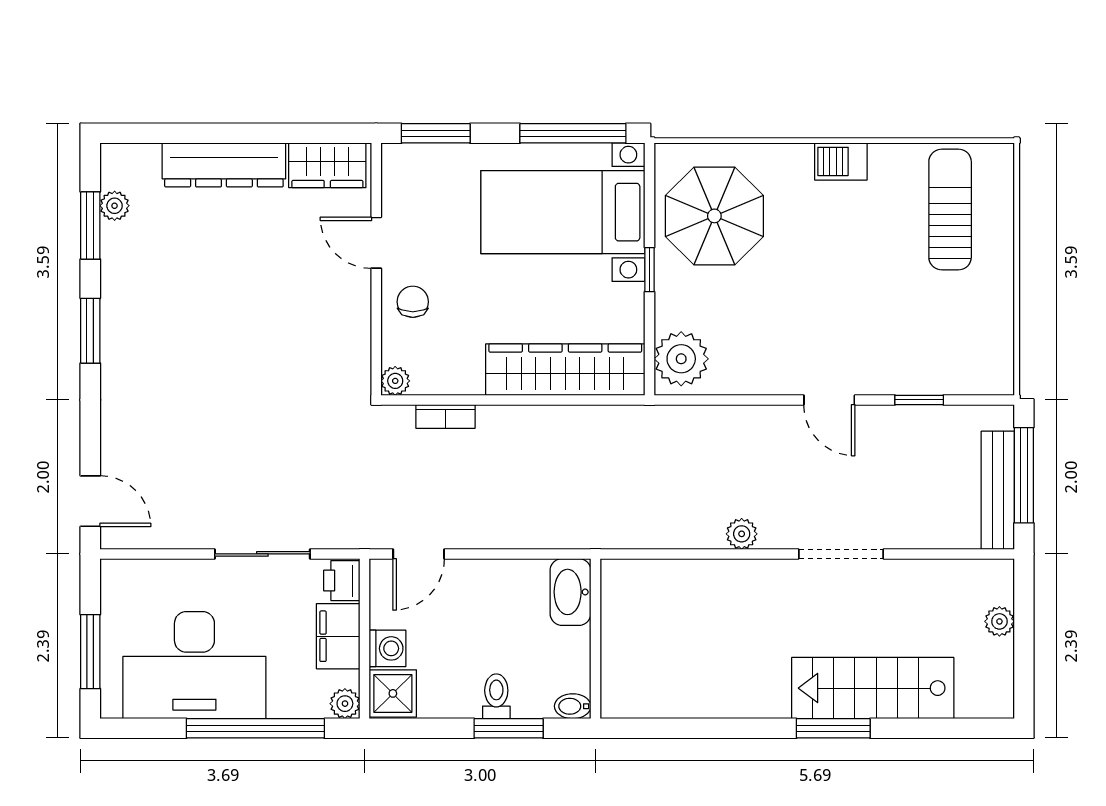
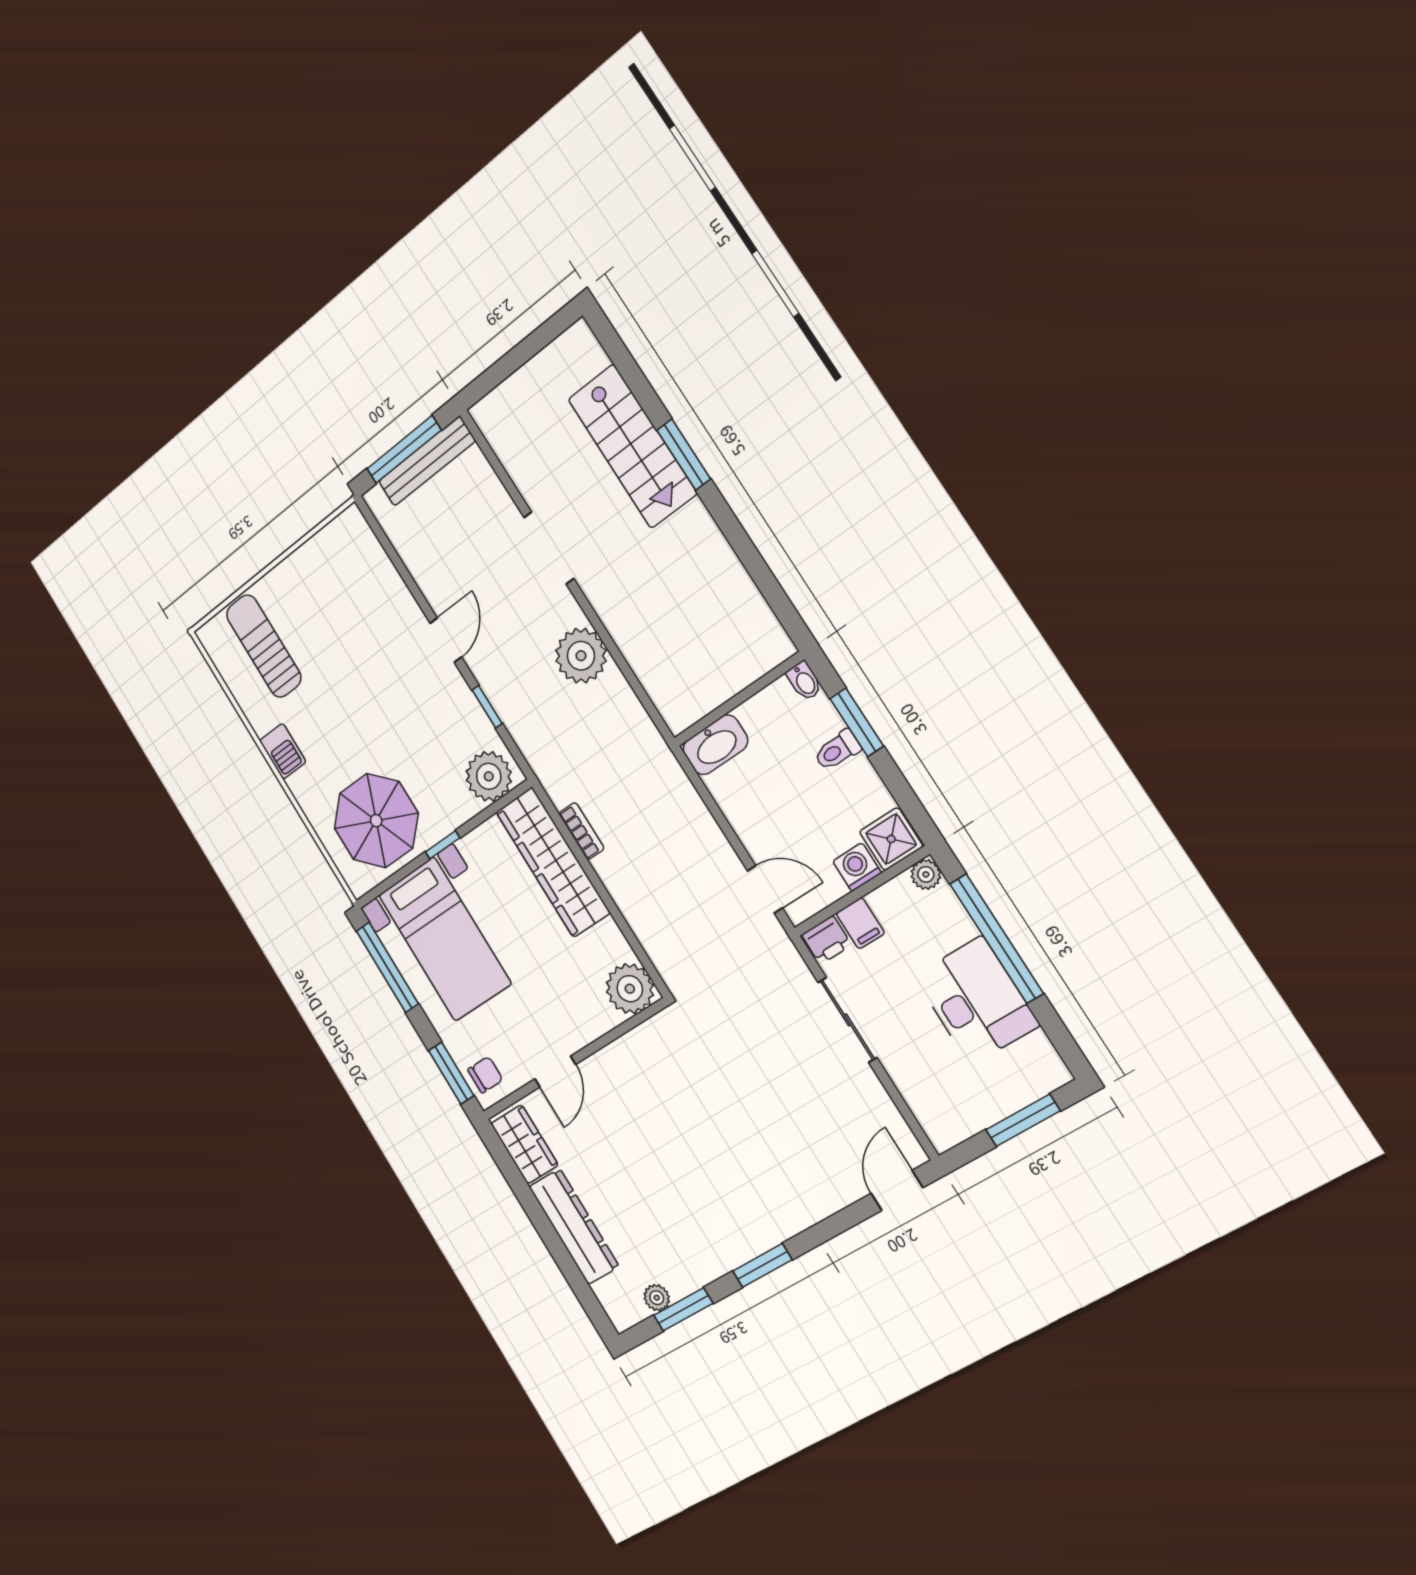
sun lounger: (950, 210) -> (264, 646), turned 90
chair: (413, 302) -> (485, 1075), moved, turned 180
plant: (395, 381) -> (630, 989), width x1.88, depth x1.88
window: (919, 400) -> (487, 707), moved
bookcase: (445, 416) -> (581, 831), moved
plant: (742, 534) -> (581, 656), width x1.88, depth x1.88
plant: (999, 621) -> (519, 385), removed
filing cabinet: (338, 636) -> (860, 923), width x0.50
desk: (194, 665) -> (976, 1001), width x0.73, depth x0.77

